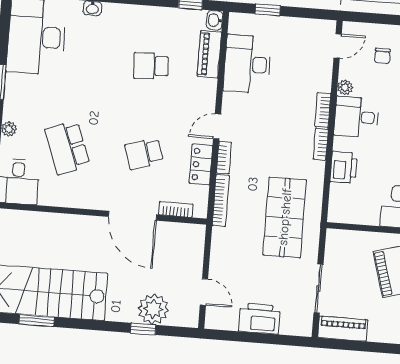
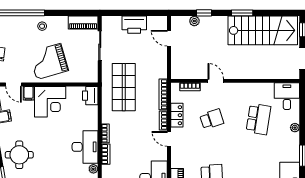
desk: (356, 117) -> (85, 147), width x1.37
door: (217, 127) -> (169, 139), swing flipped
school desk: (67, 148) -> (258, 119), turned 30
printer: (344, 167) -> (90, 96), moved
door: (133, 216) -> (216, 81), width x0.53
plant: (153, 309) -> (194, 21), width x0.53, depth x0.53
window: (37, 321) -> (242, 13), moved

